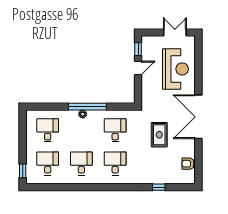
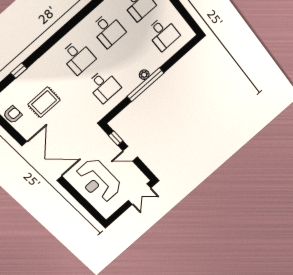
double door: (175, 33) -> (140, 194), moved
window: (138, 49) -> (116, 138), moved
door: (138, 68) -> (130, 154), hinge flipped
rug: (159, 135) -> (44, 102), moved, turned 90

